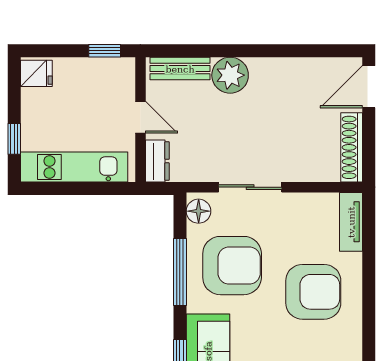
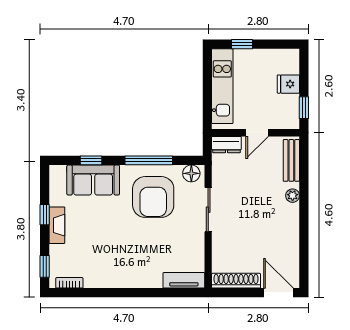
fridge: (36, 73) -> (288, 84), moved, turned 90
plant: (230, 75) -> (293, 196), width x0.53, depth x0.53
armchair: (313, 292) -> (135, 254), removed

